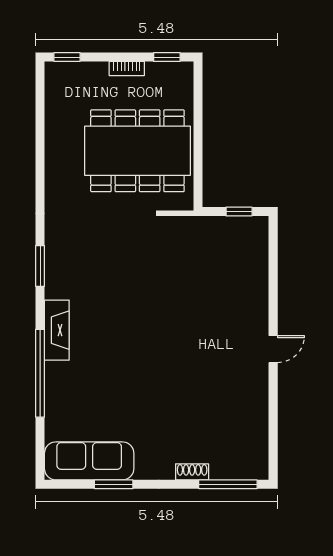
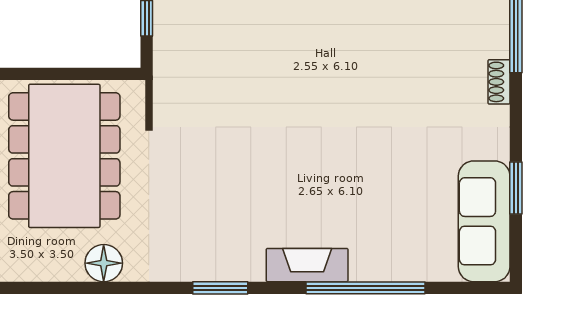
floor lamp: (58, 180) -> (104, 263), added

